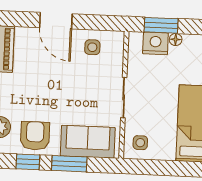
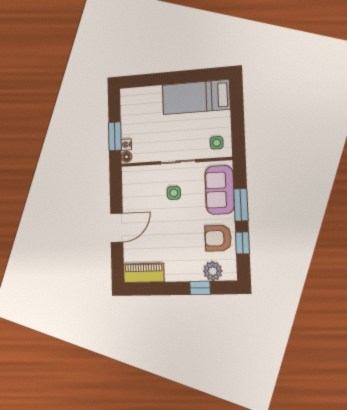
floor lamp: (176, 39) -> (127, 157), moved
nightstand: (155, 43) -> (126, 145), width x0.53, depth x0.56
side table: (92, 47) -> (174, 193), moved

